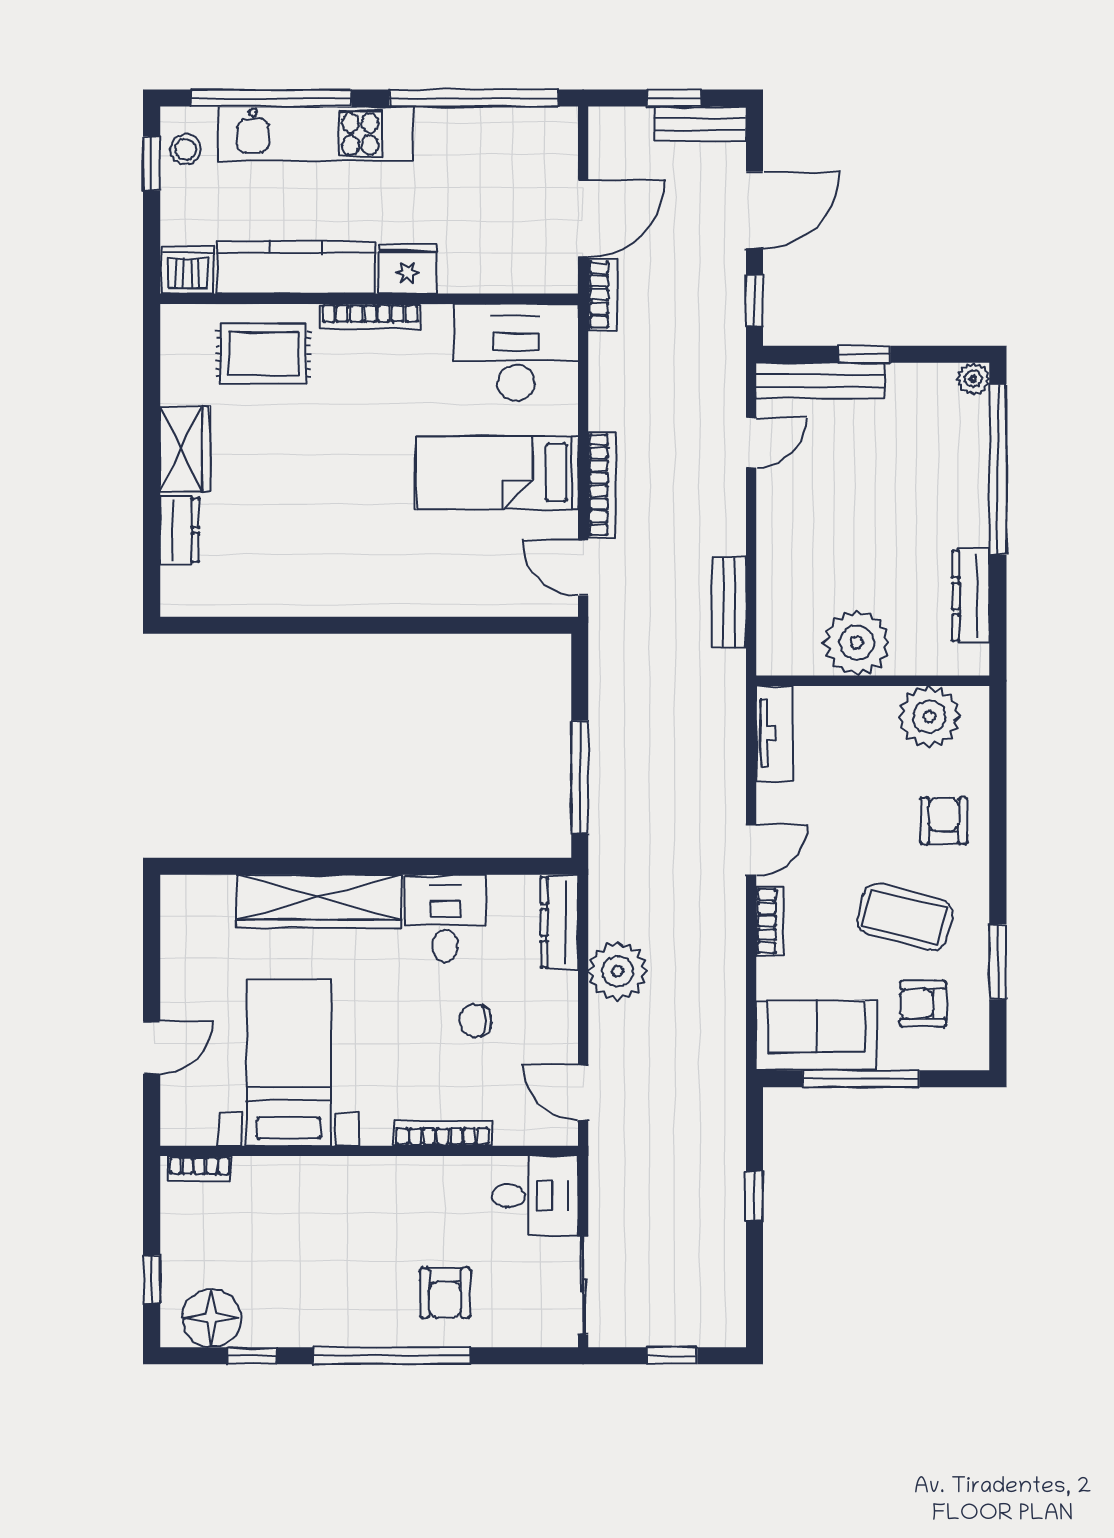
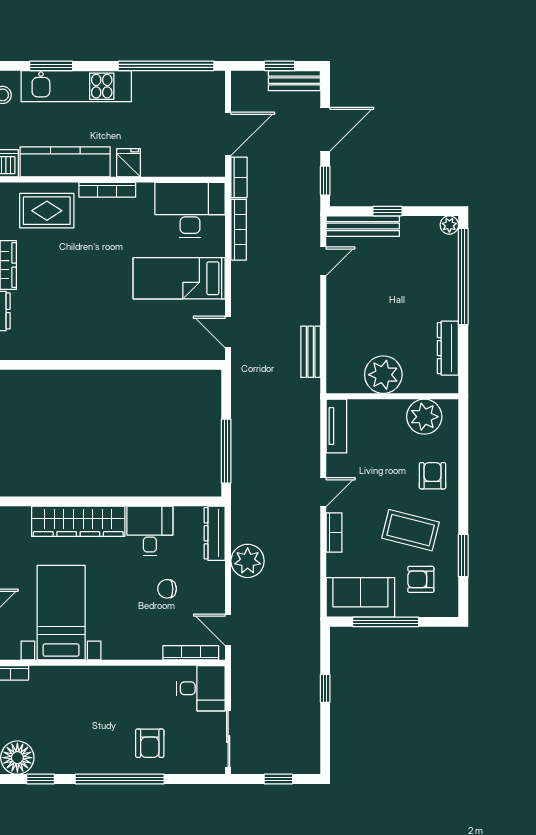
window: (271, 98) -> (51, 66), width x0.47
fridge: (407, 269) -> (128, 163), width x0.72
bookcase: (602, 485) -> (239, 230), moved
bookcase: (442, 1133) -> (191, 653), moved

